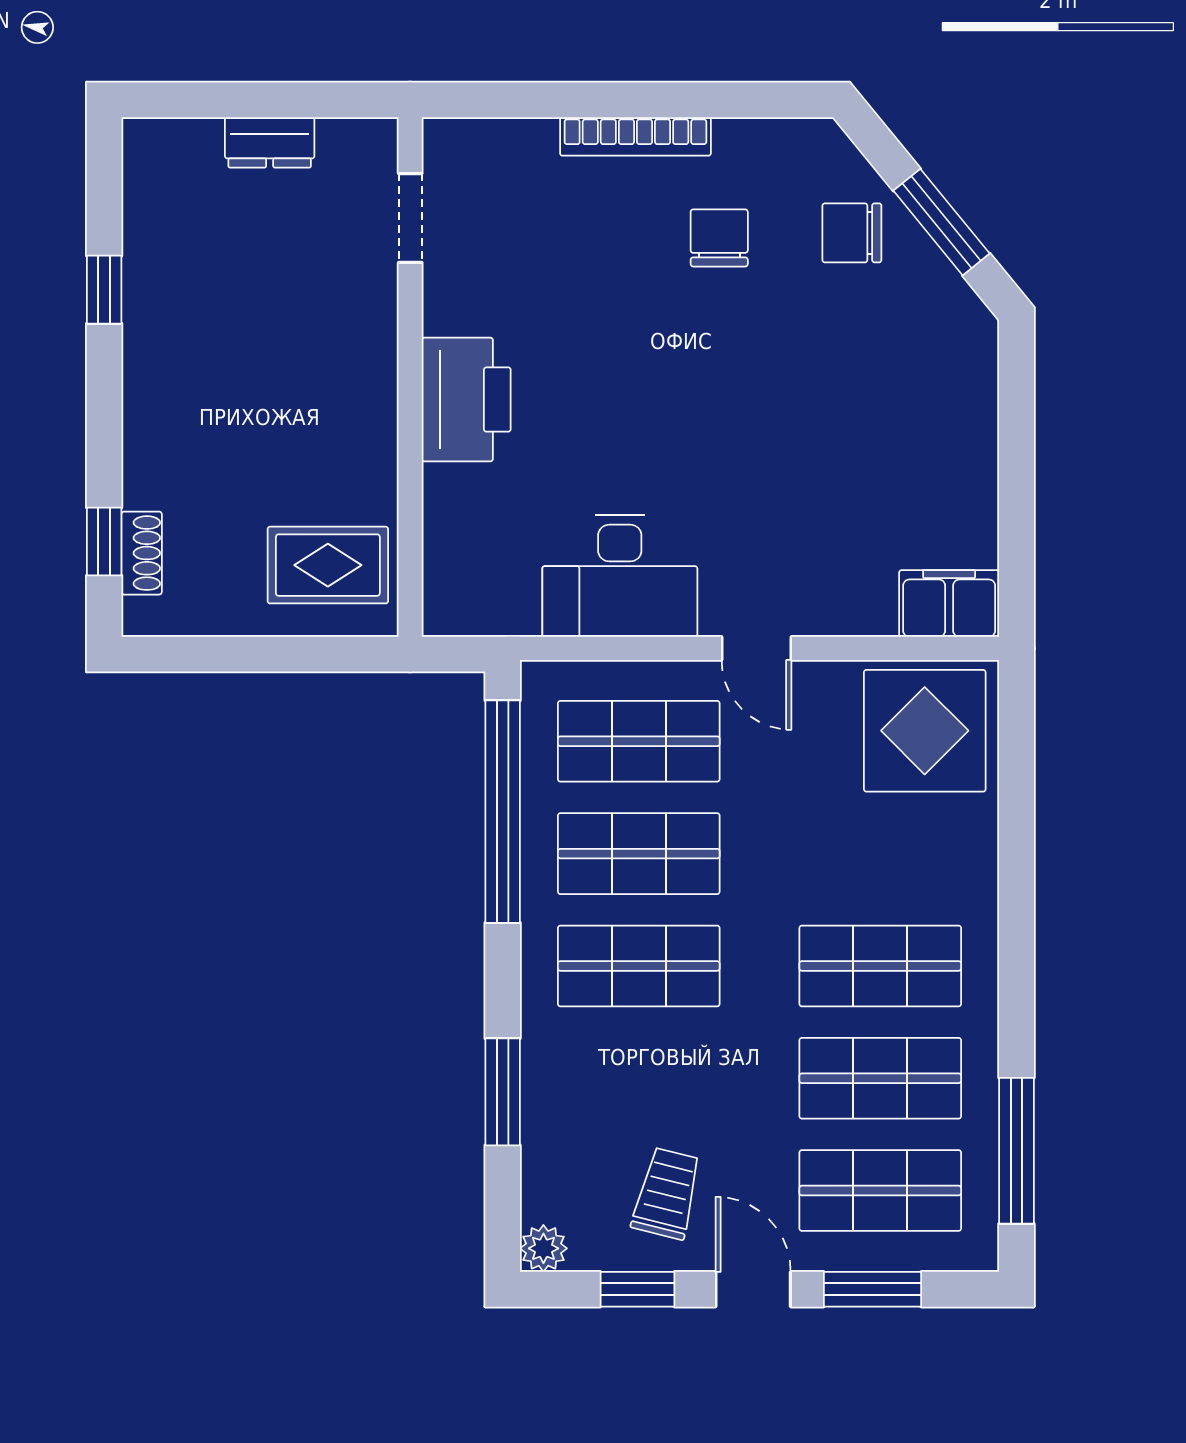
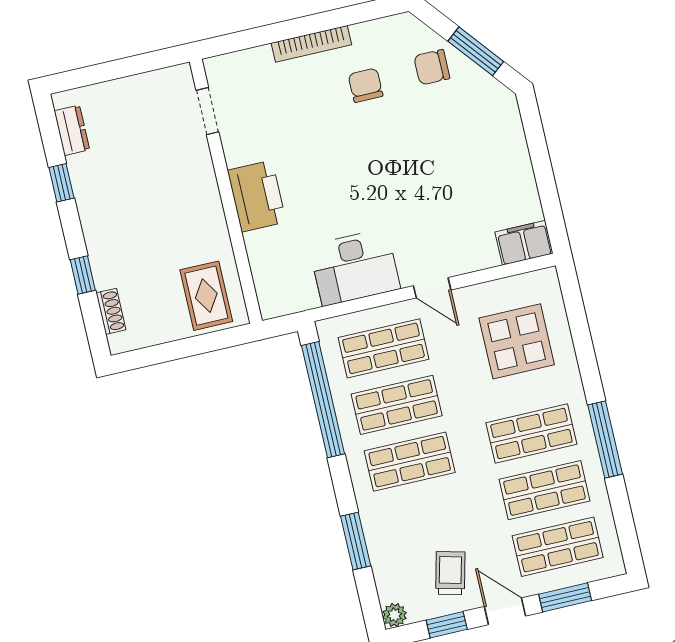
dresser: (270, 142) -> (72, 130), moved, turned -90
window: (104, 542) -> (83, 275), moved
rug: (328, 565) -> (206, 296), turned 90
display table: (925, 731) -> (517, 341), moved
window: (1016, 1151) -> (605, 440), moved

